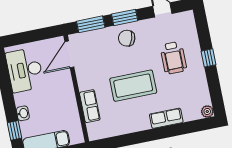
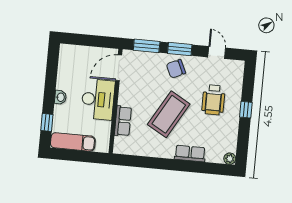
chair: (127, 38) -> (176, 69), turned -43
desk: (25, 70) -> (98, 99), moved, turned 180
coffee table: (133, 86) -> (169, 114), turned -60
washbasin: (23, 113) -> (60, 97), moved

